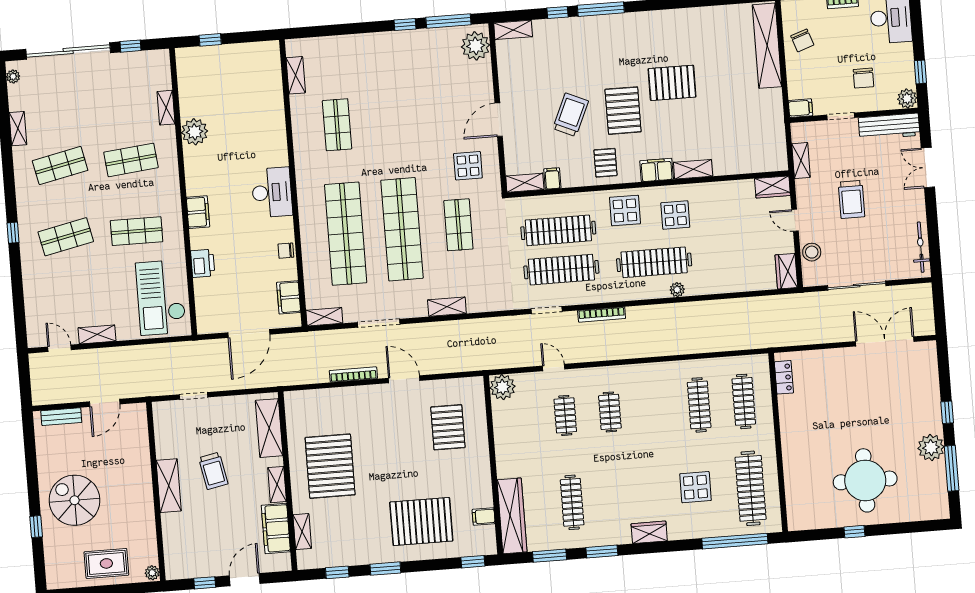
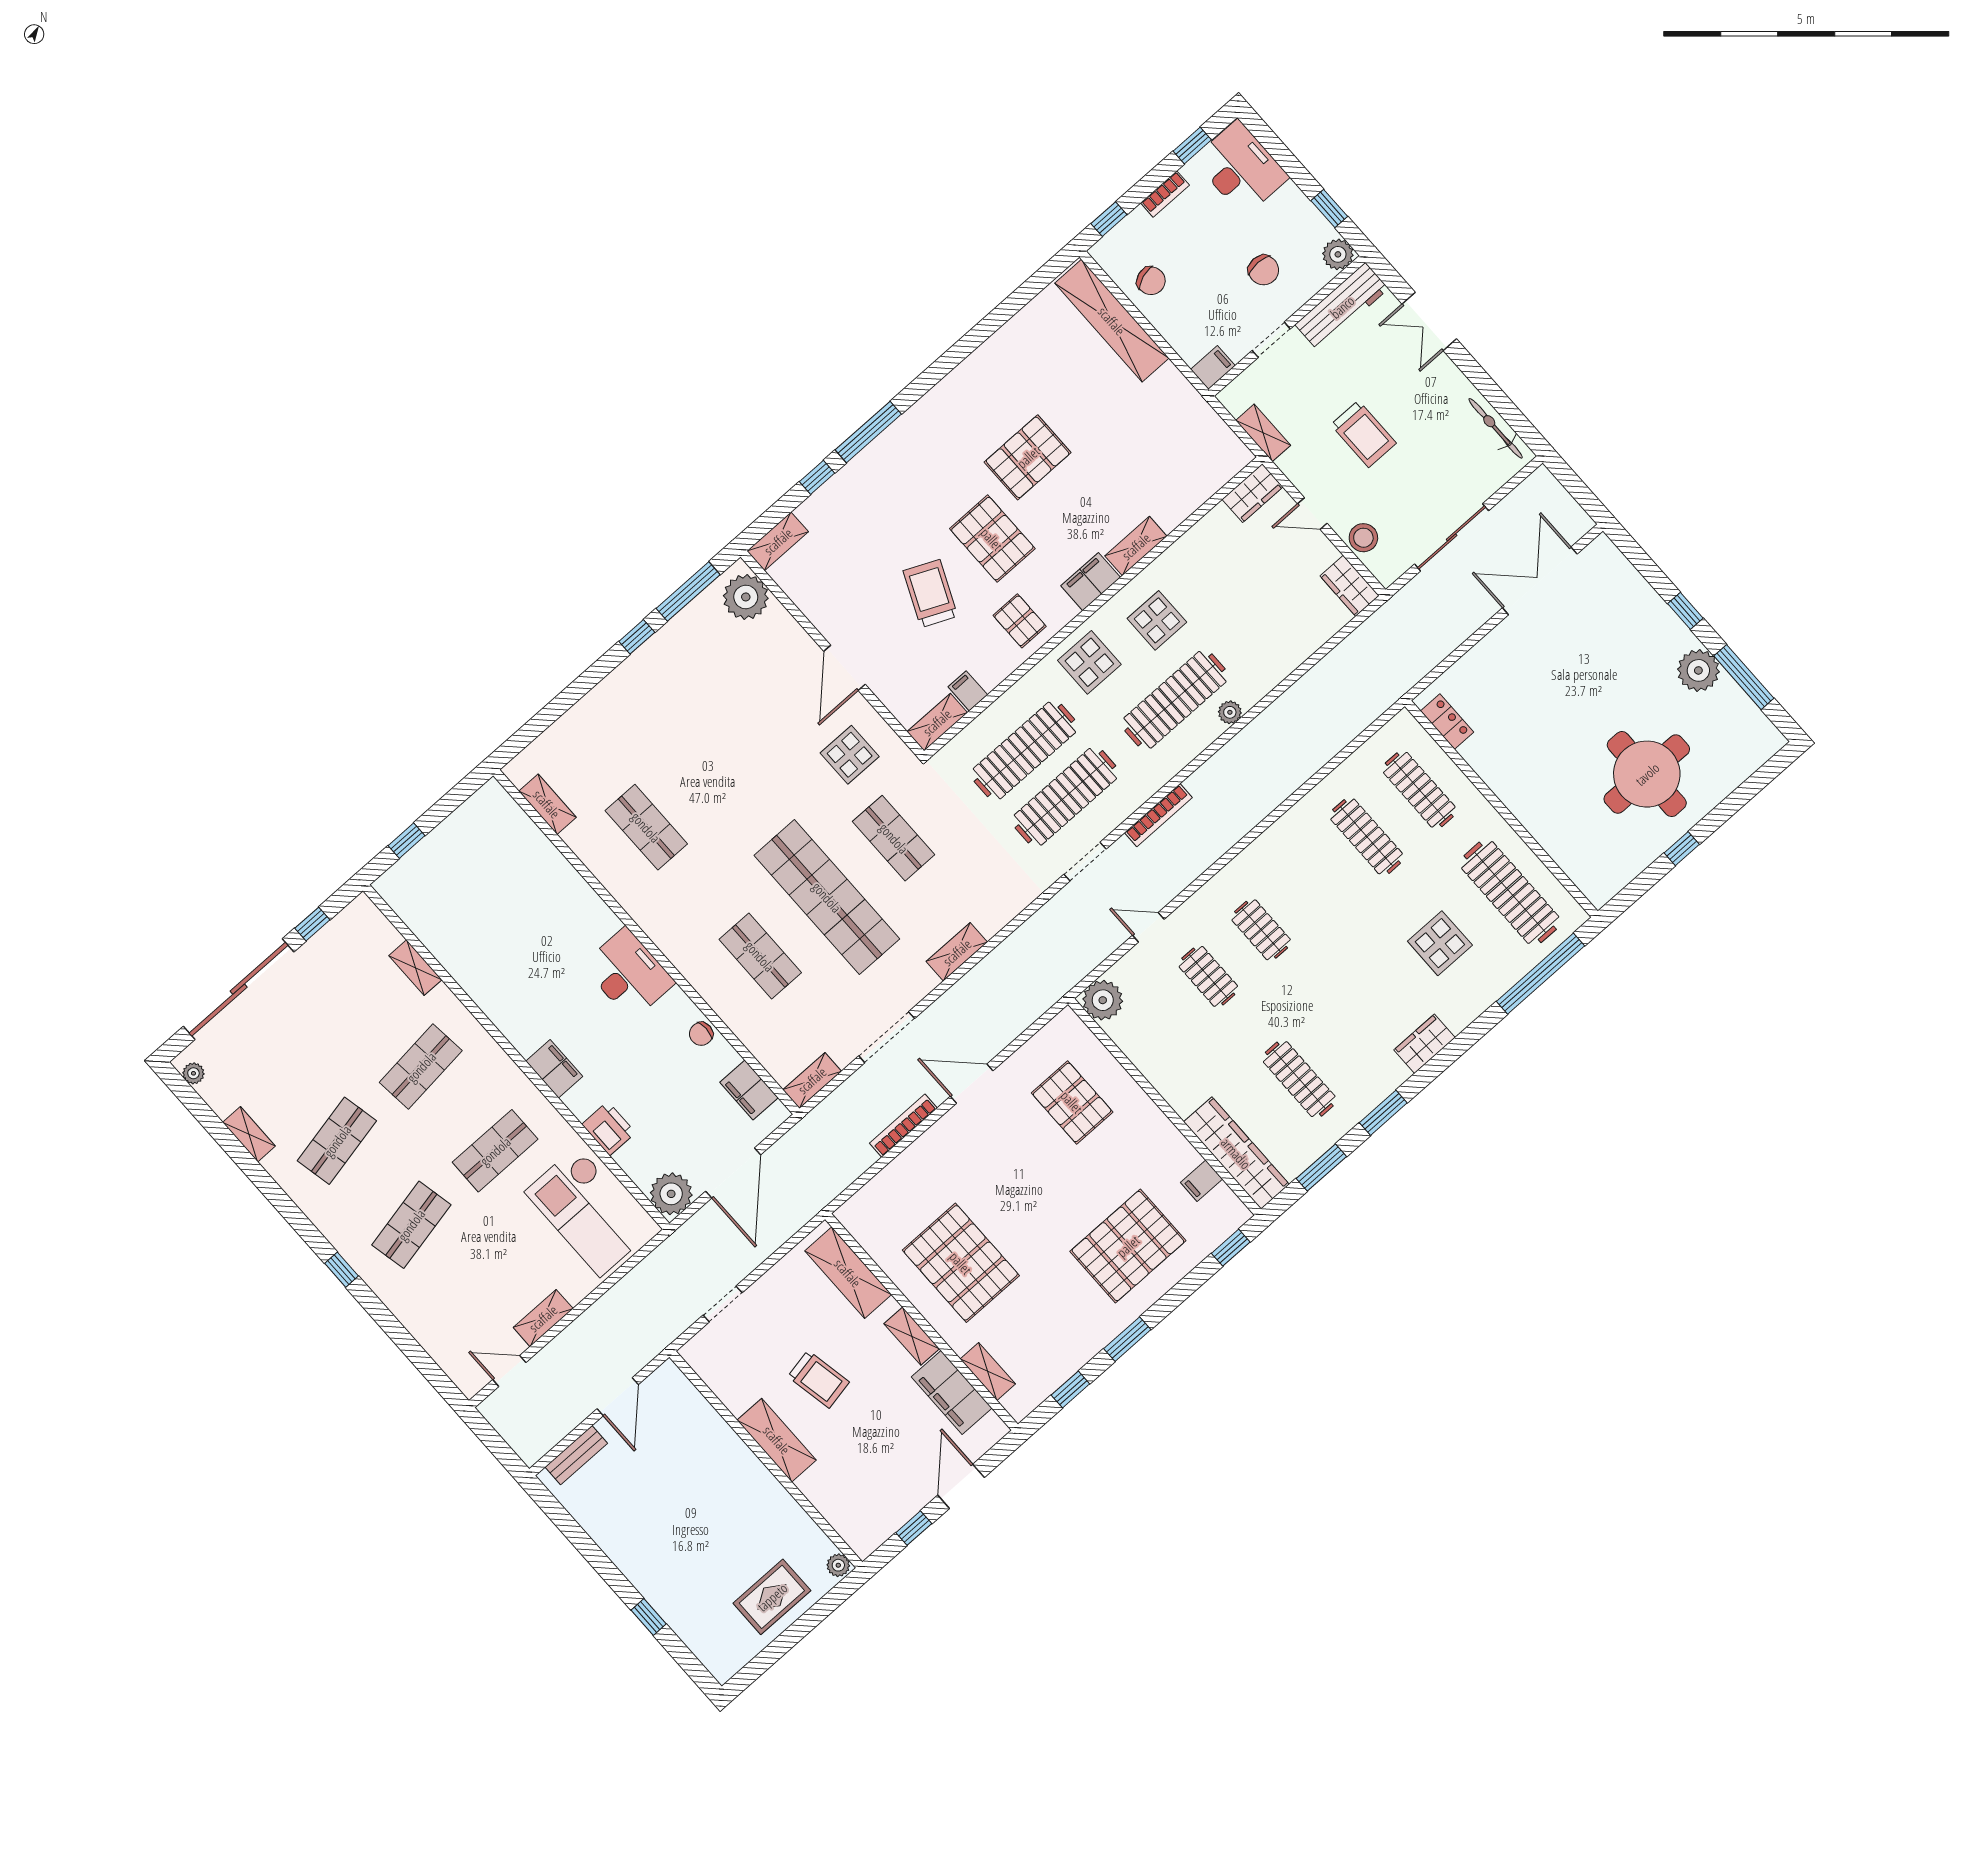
plant: (195, 132) -> (671, 1194), moved
shop shelf: (346, 234) -> (760, 956), width x0.50, depth x0.74
spiral stairs: (75, 500) -> (672, 1548), removed

